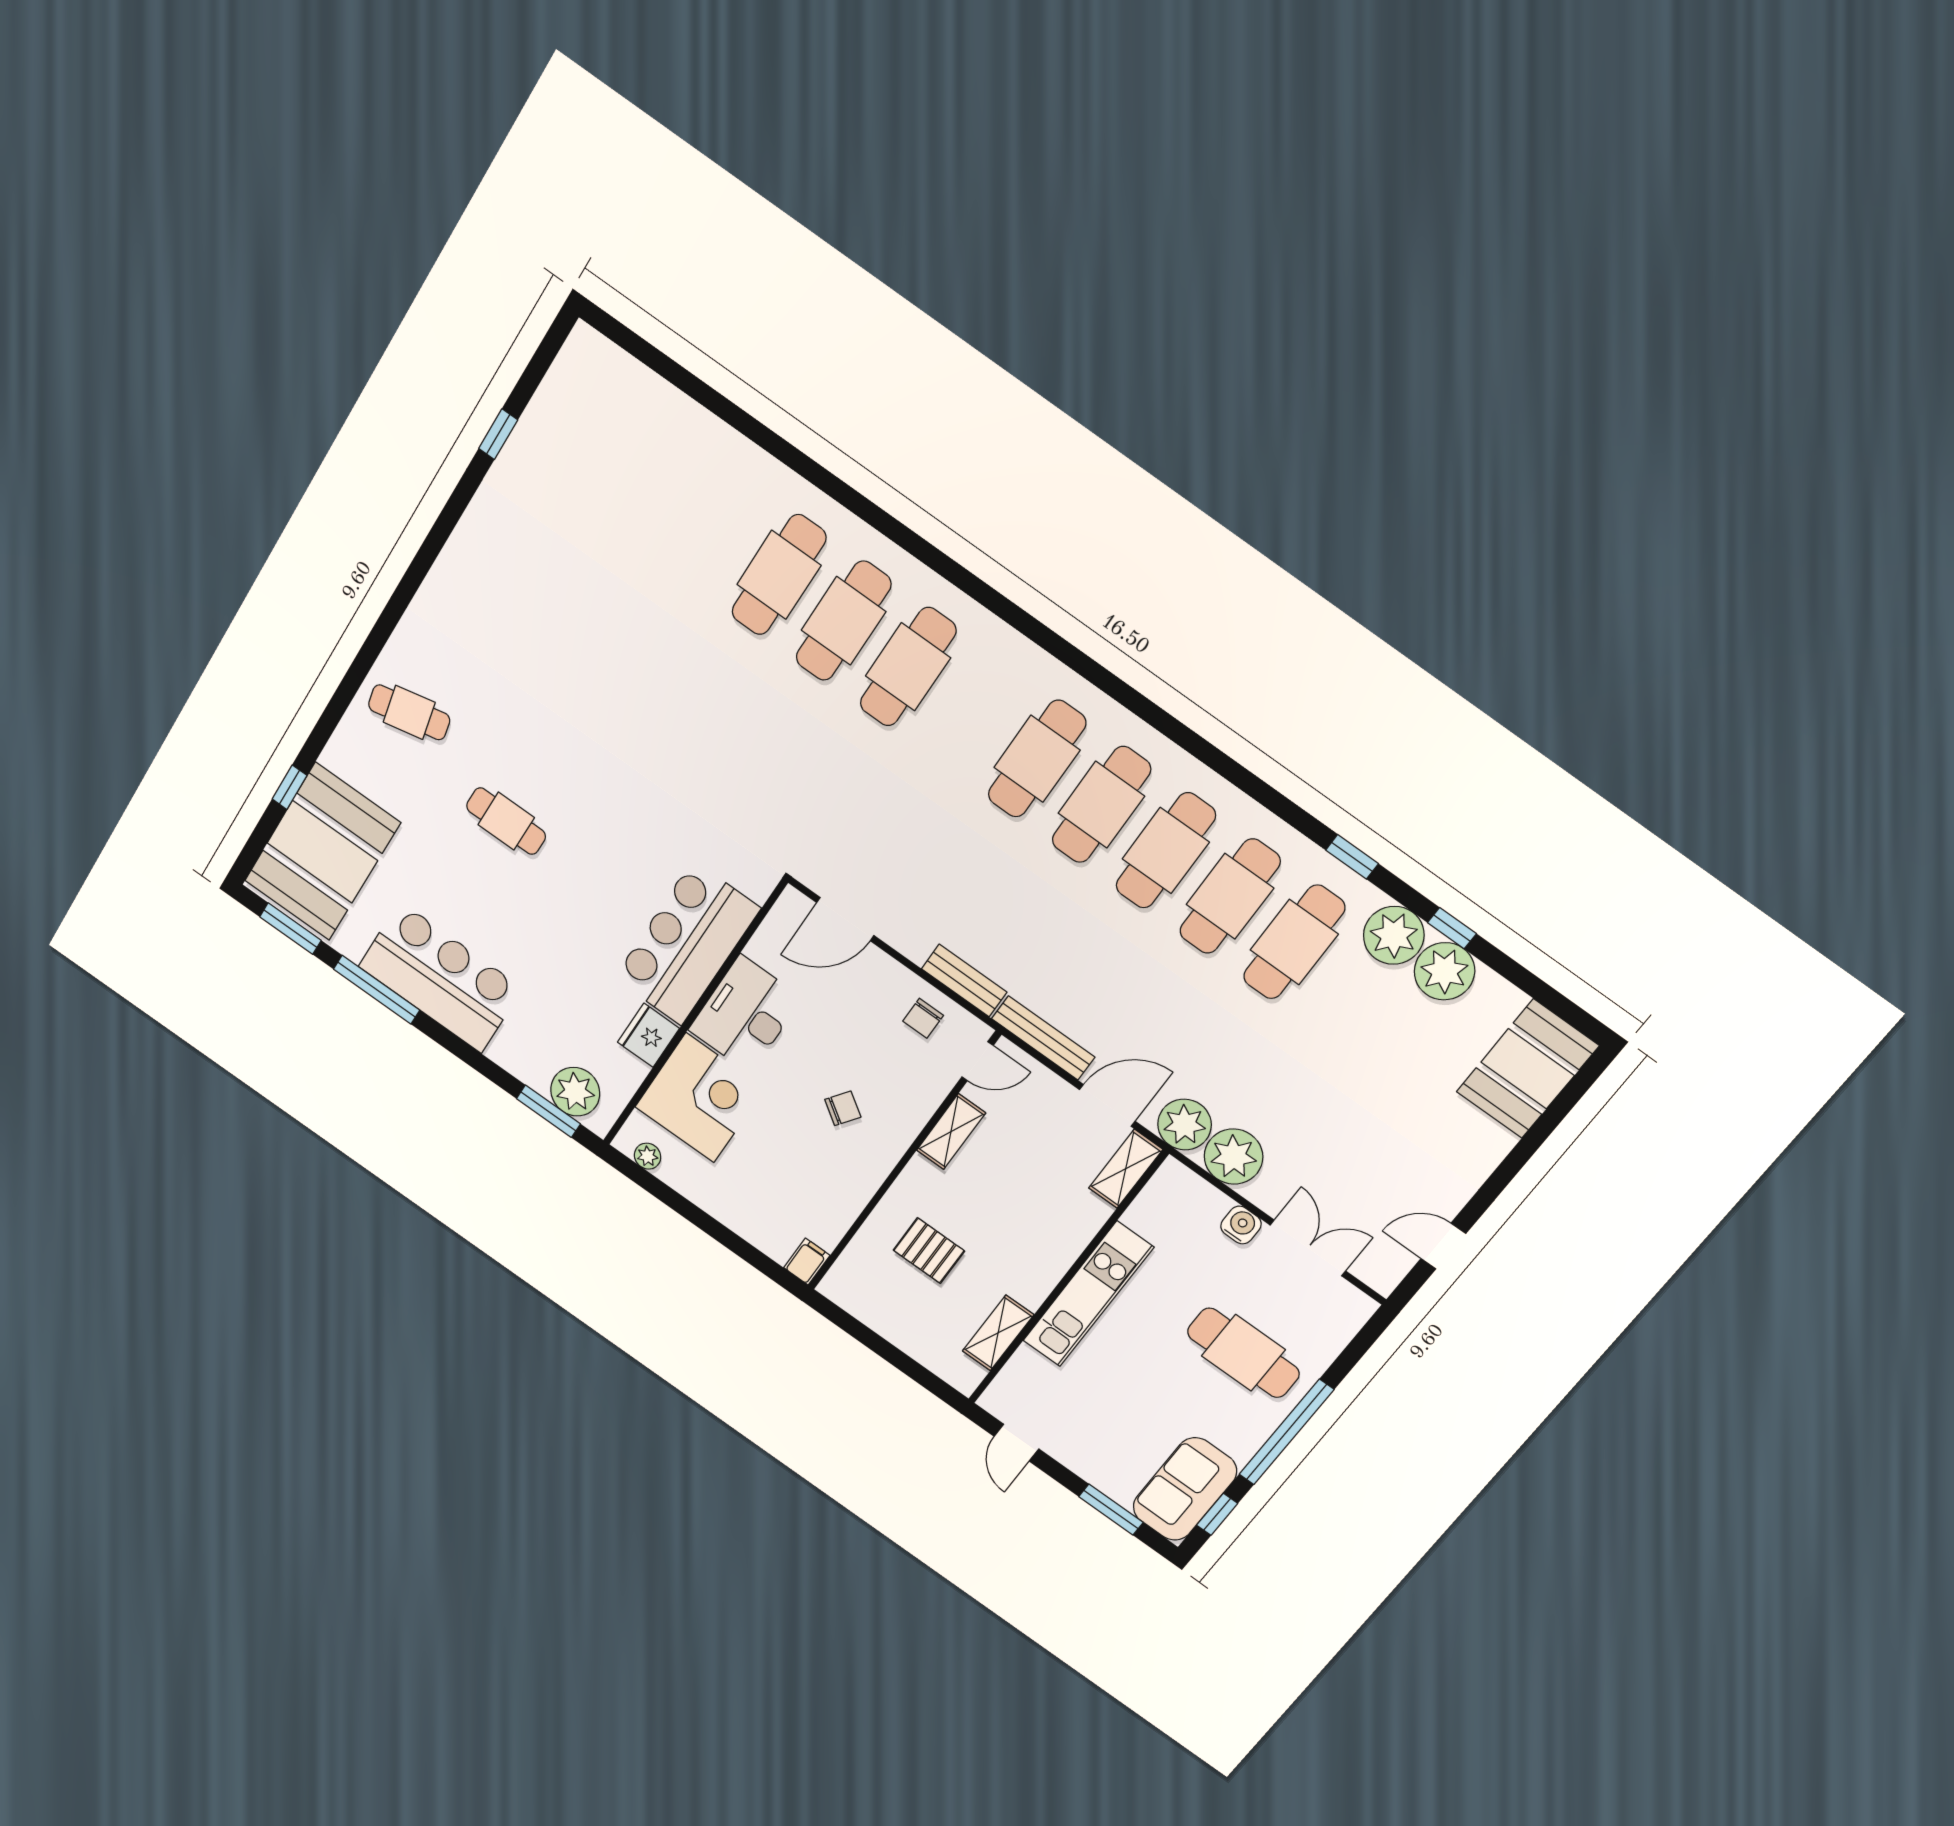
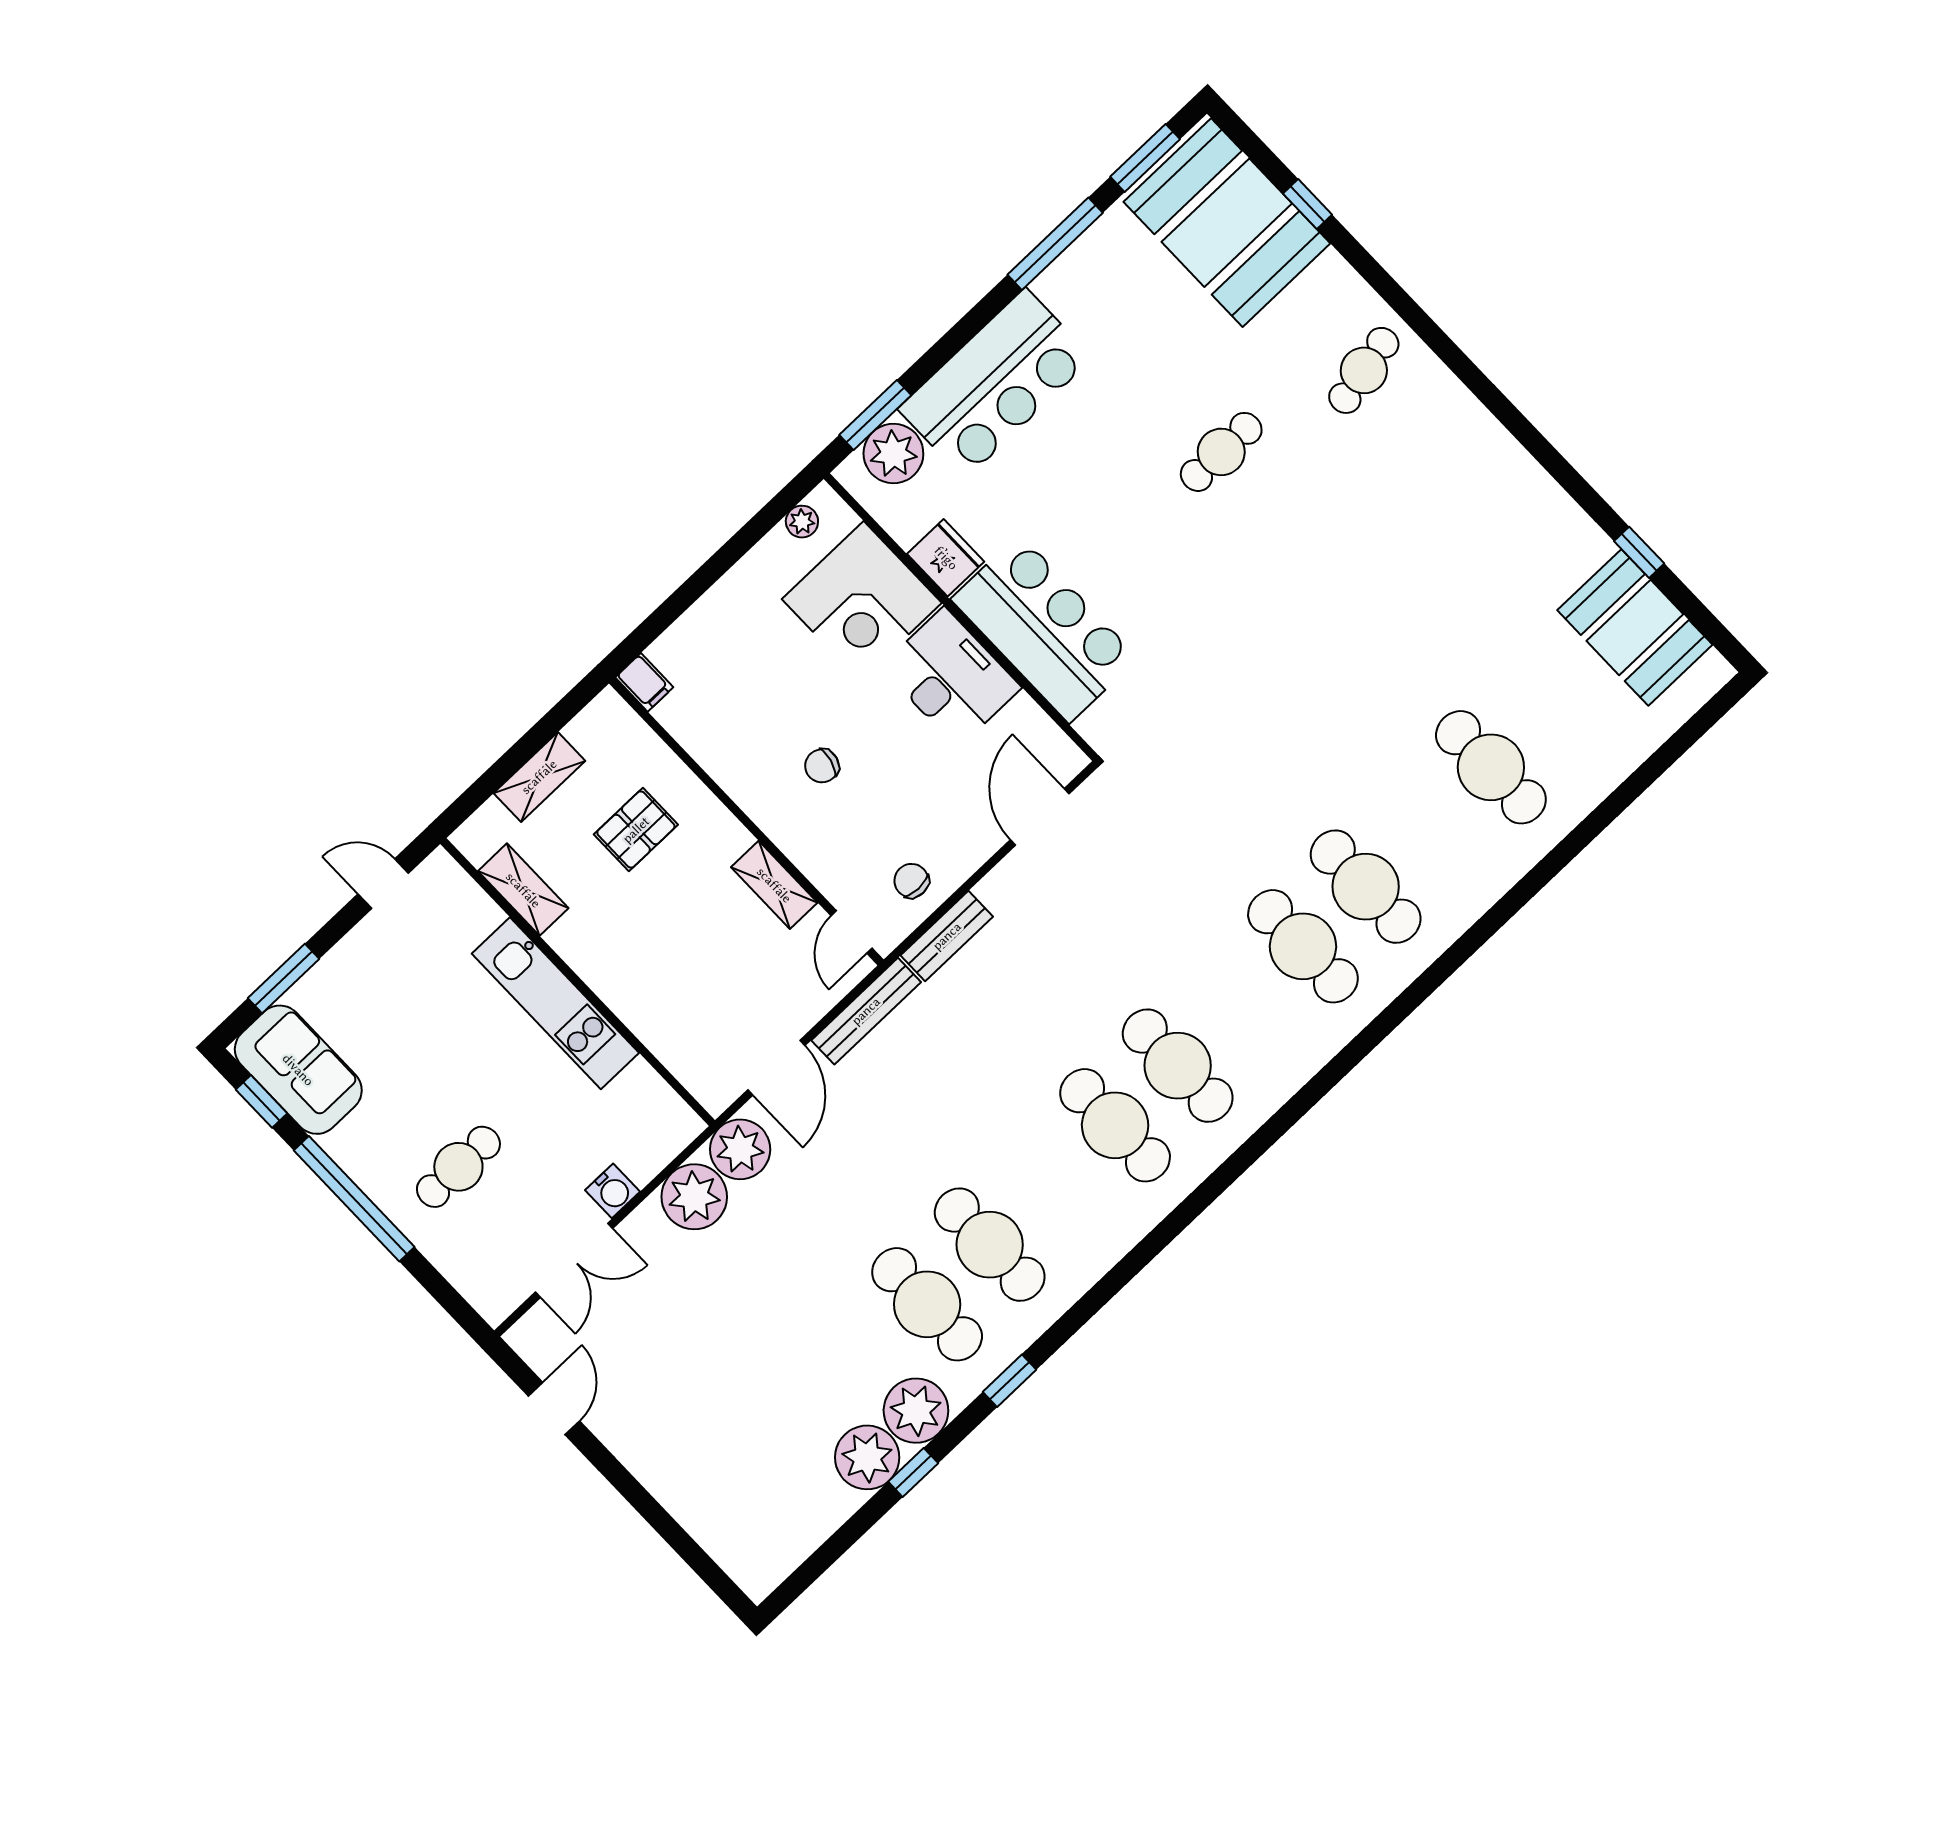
cafe table: (779, 575) -> (1491, 767), moved
cafe table: (1166, 851) -> (1052, 1185), removed
bar counter: (441, 977) -> (995, 383), moved
booth: (1528, 1069) -> (1635, 627), moved
chair: (843, 1108) -> (822, 766), turned 69
shelving: (1126, 1169) -> (539, 777), moved, turned 90
cafe table: (1243, 1353) -> (458, 1167), width x0.73, depth x0.74

